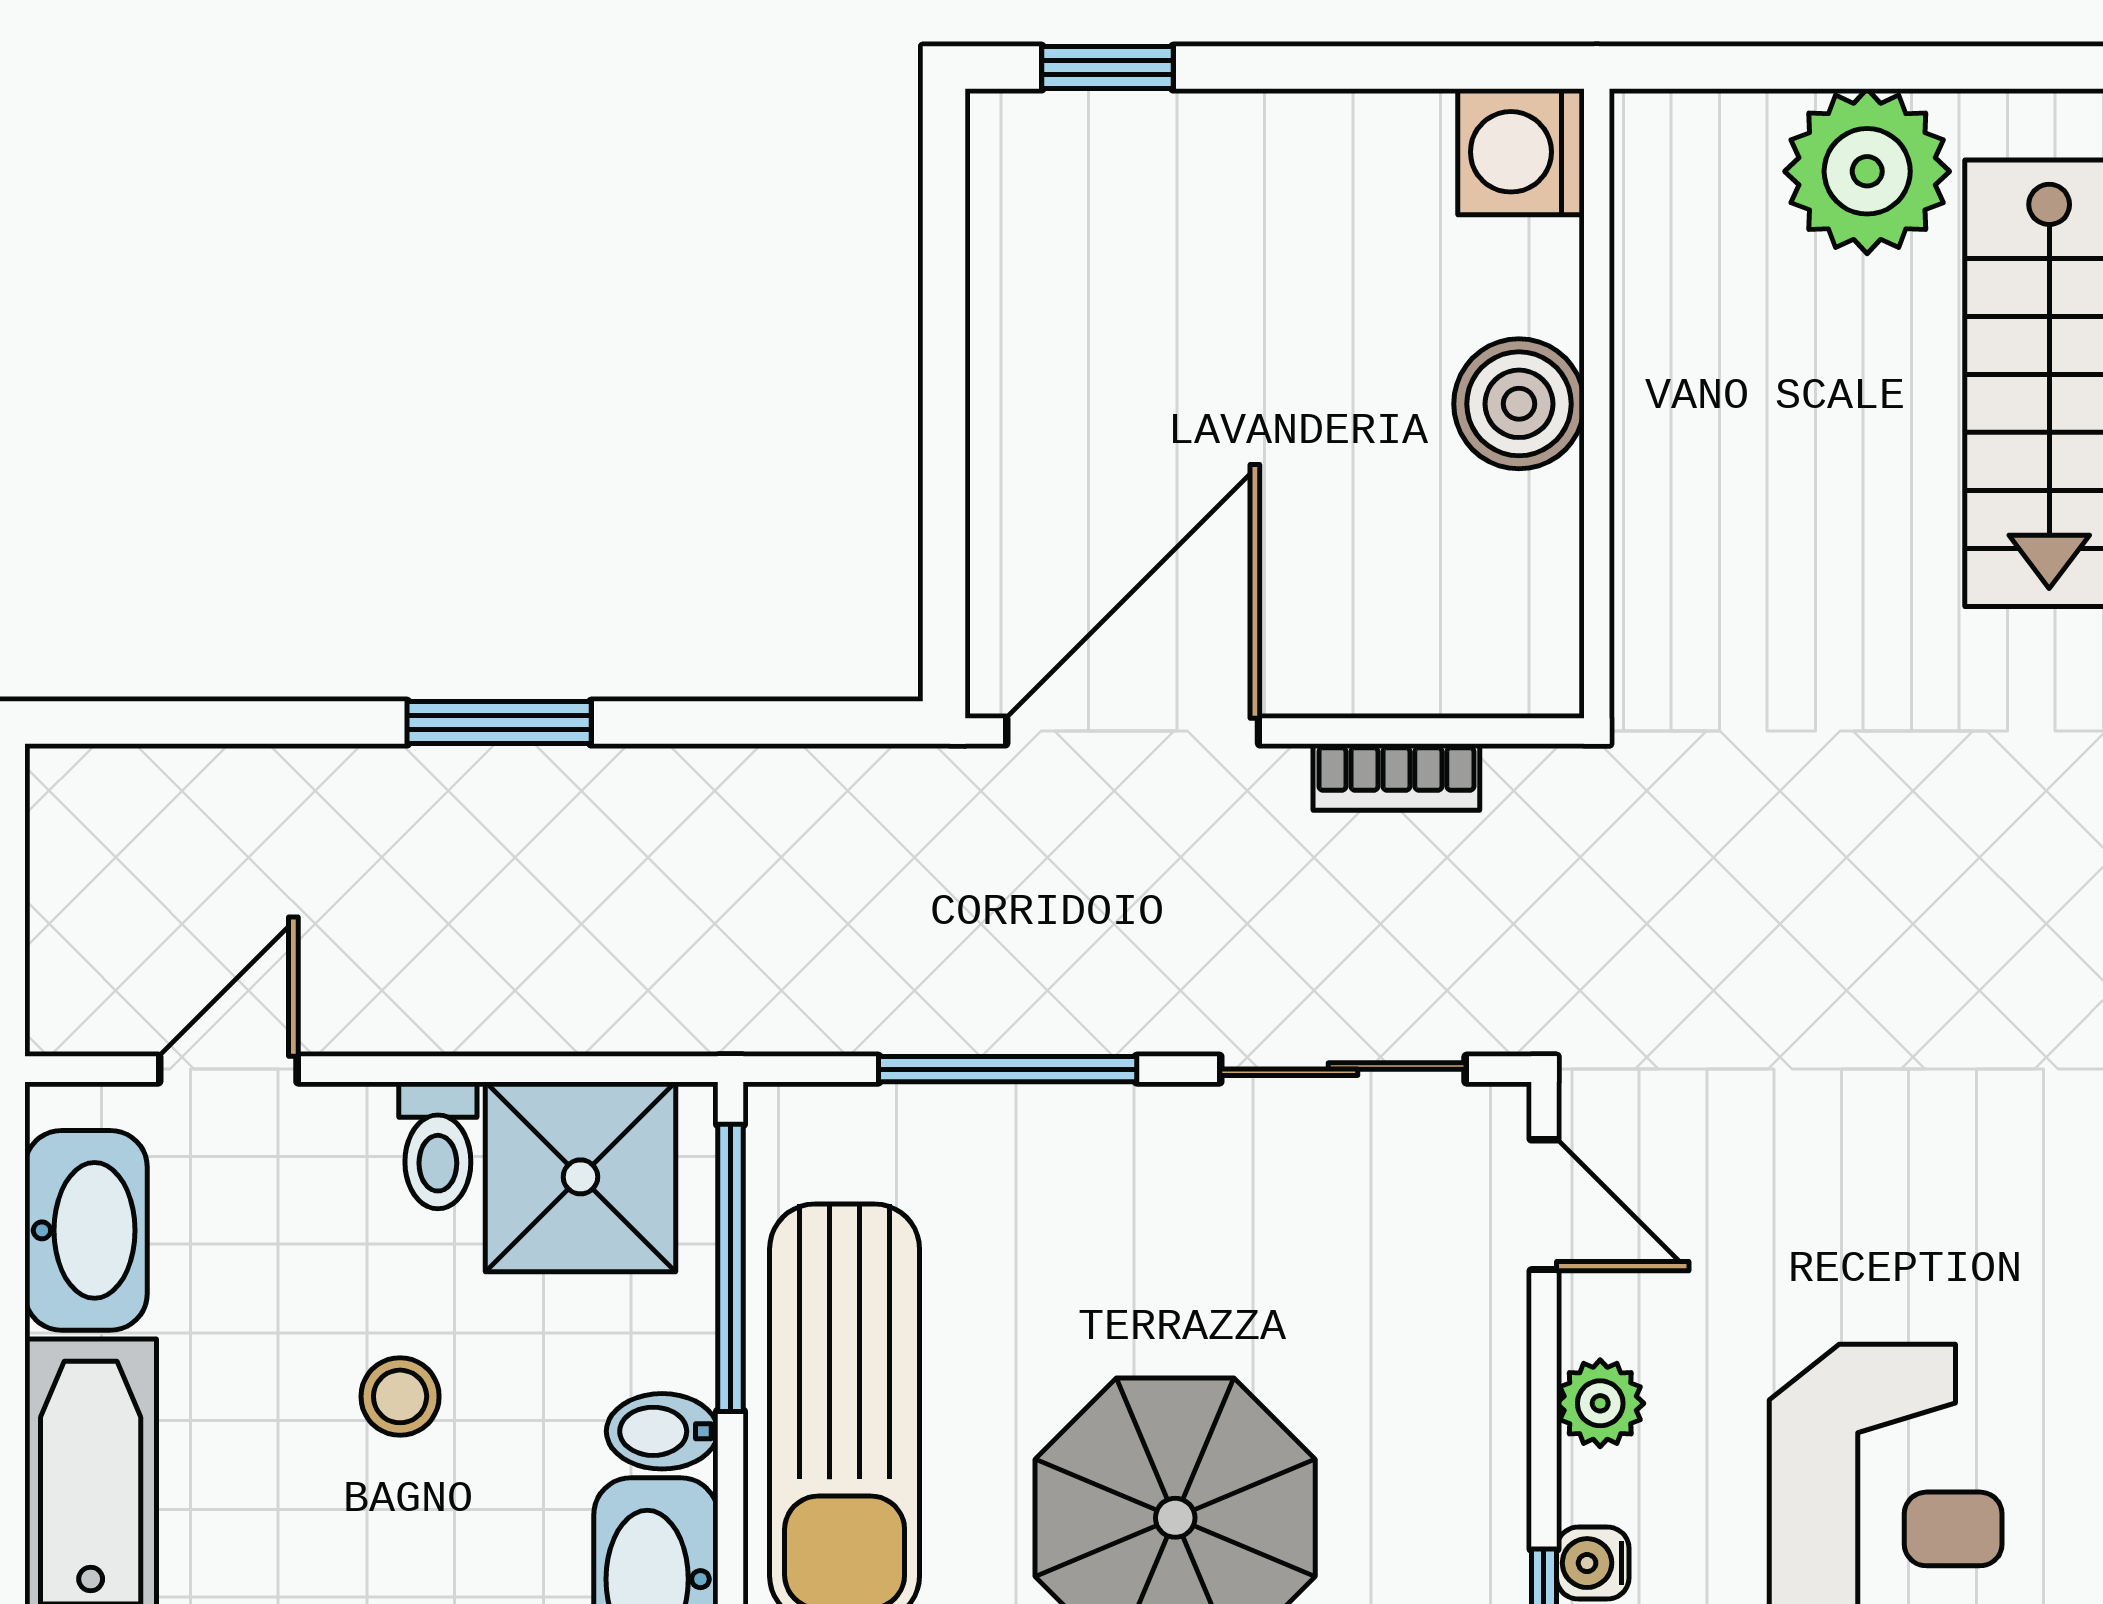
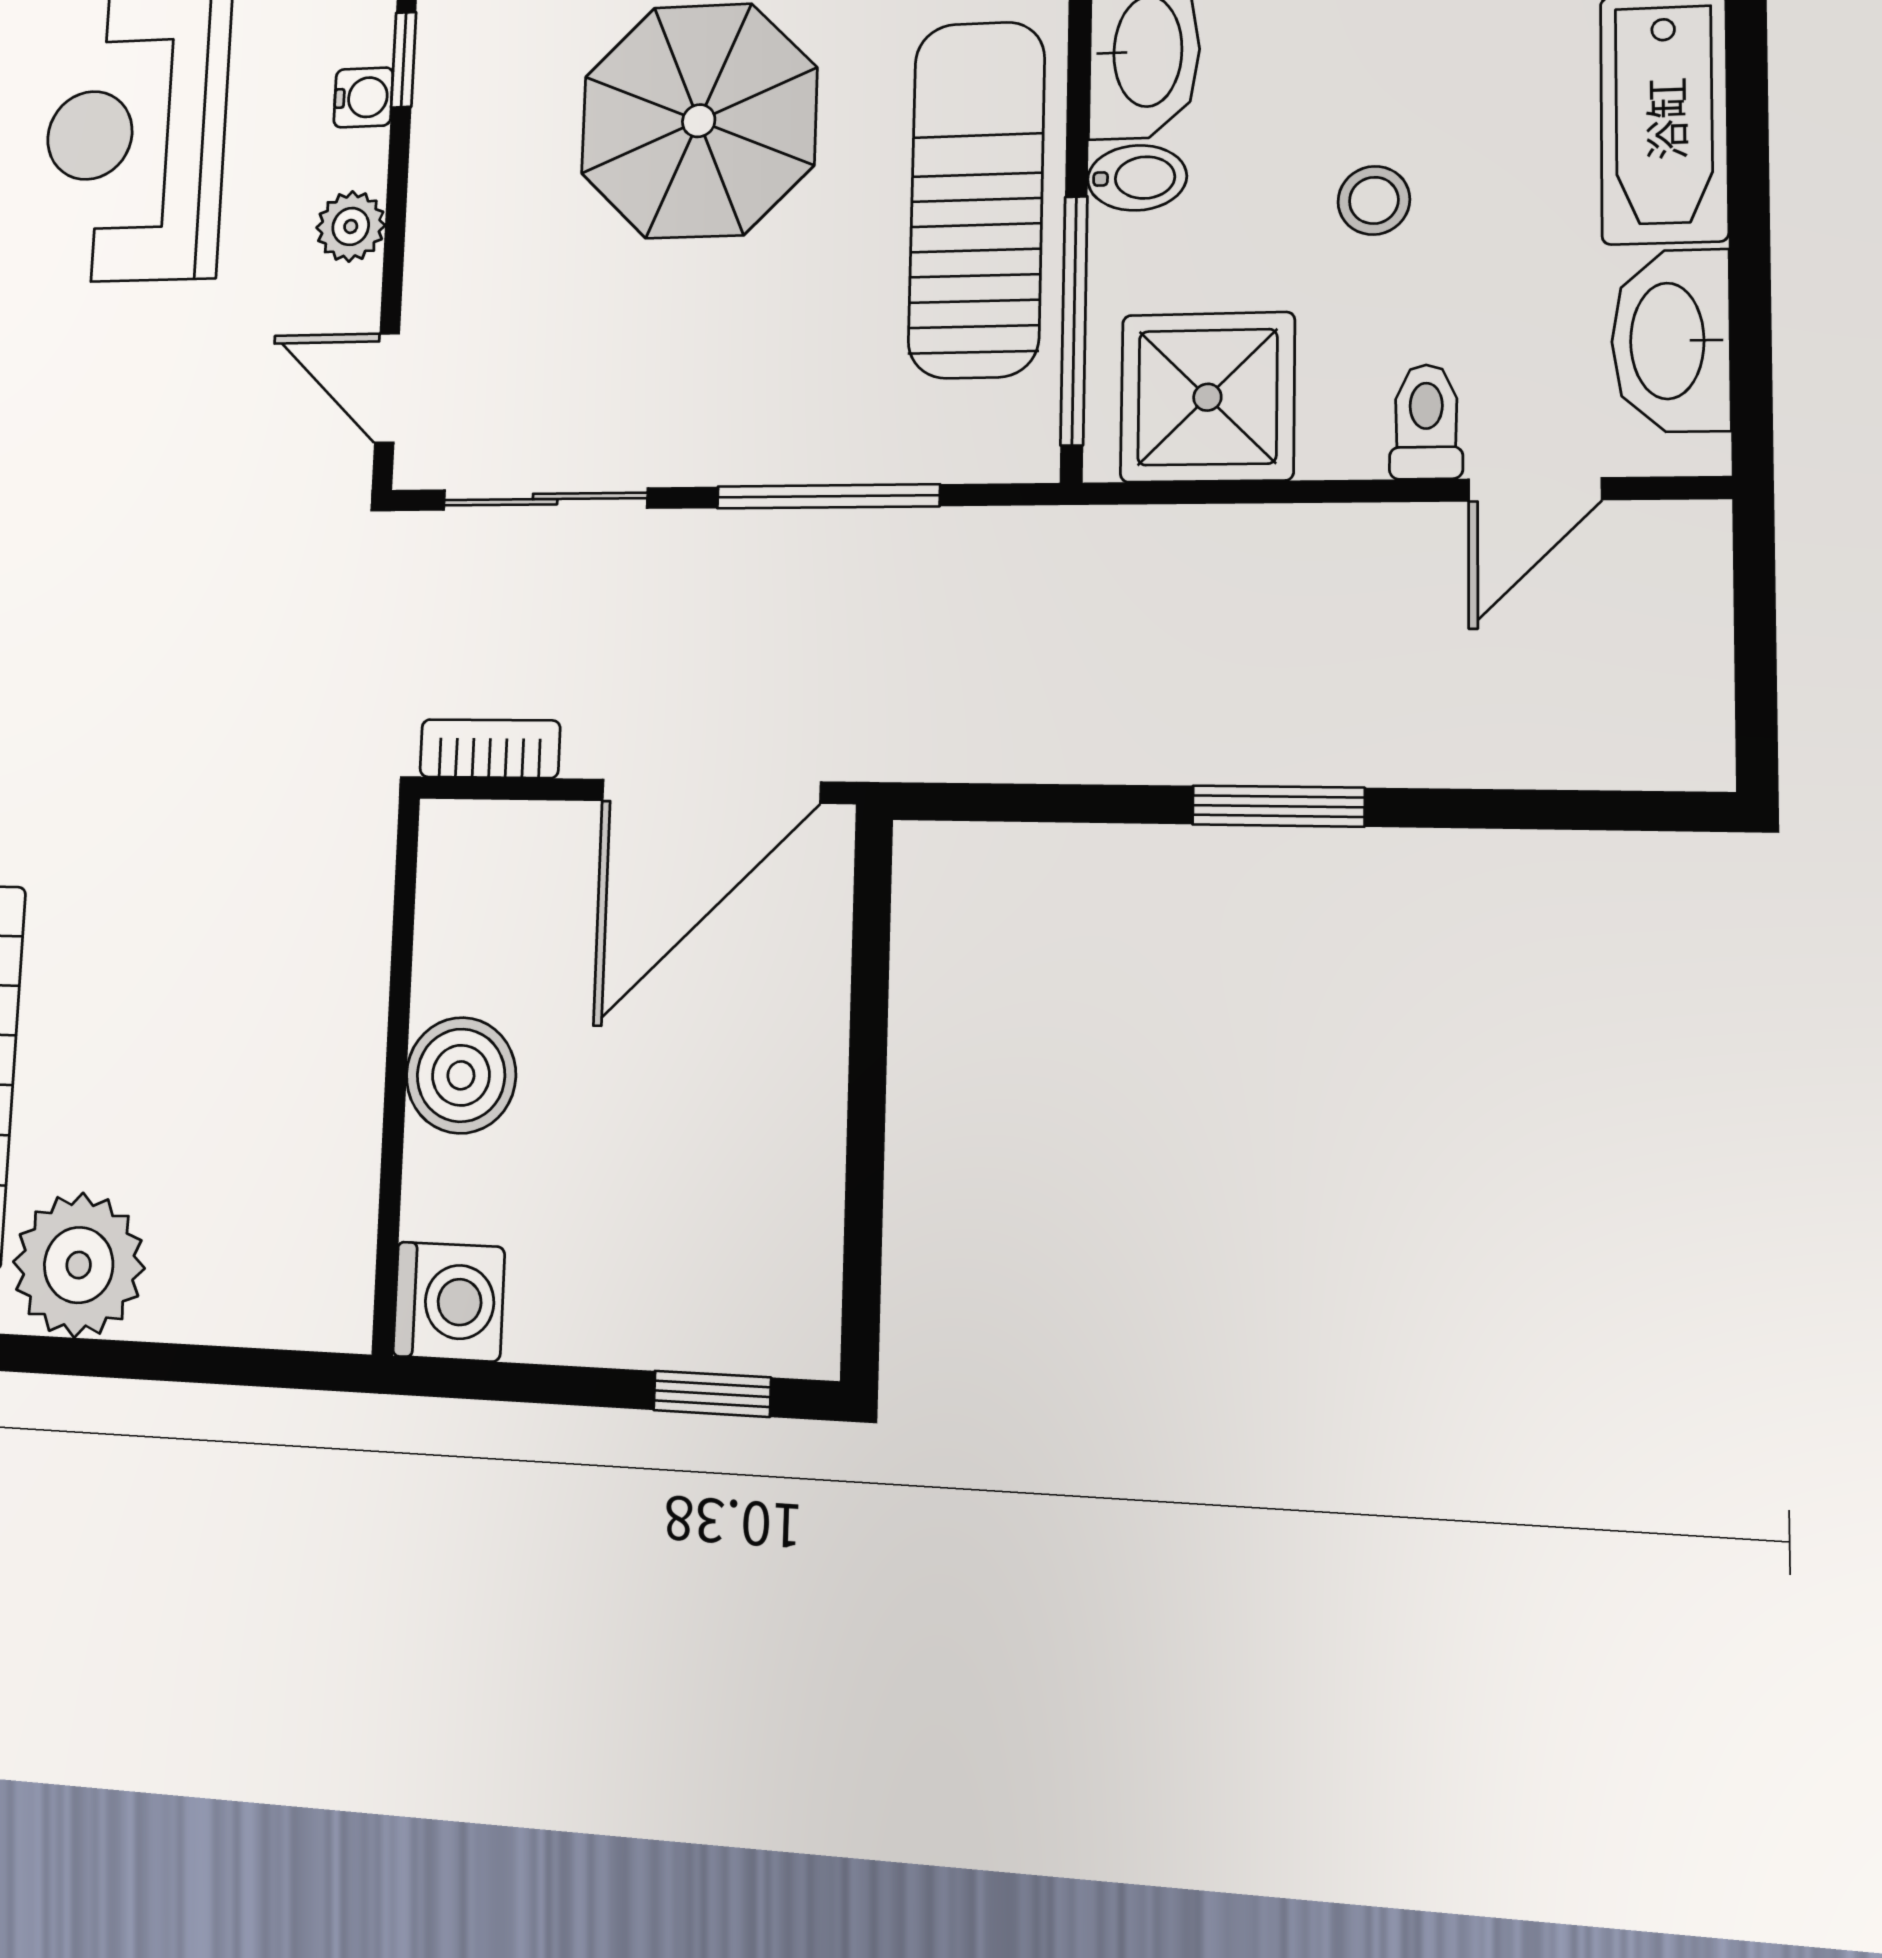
washing machine: (1521, 152) -> (449, 1302), moved
boiler: (1519, 404) -> (461, 1075), moved
wall: (1597, 404) -> (396, 1073), moved
toilet: (438, 1145) -> (1426, 422), moved

